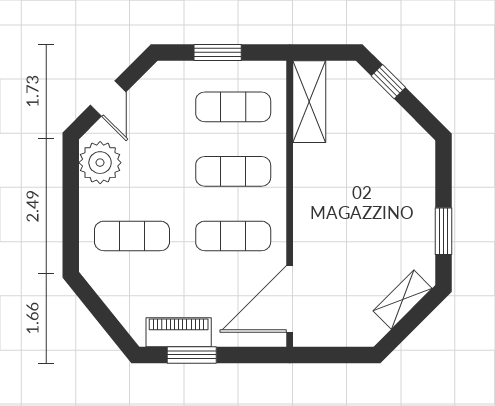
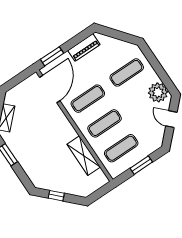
window: (388, 82) -> (56, 196), moved
shelving: (309, 102) -> (84, 156), moved
window: (192, 355) -> (52, 56), moved

